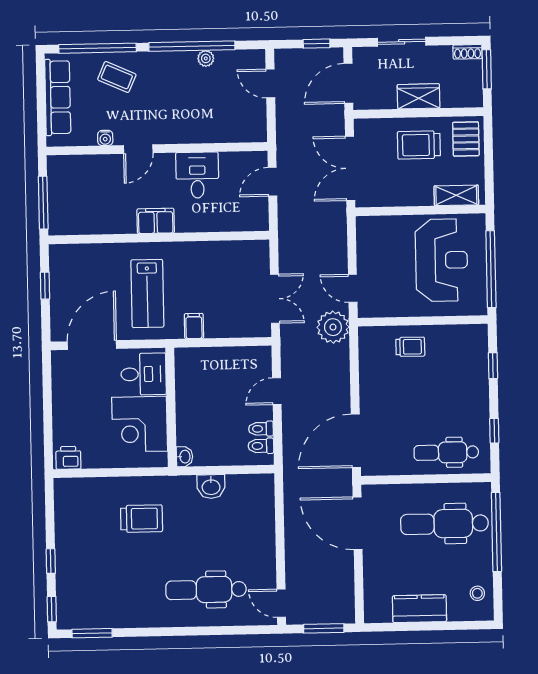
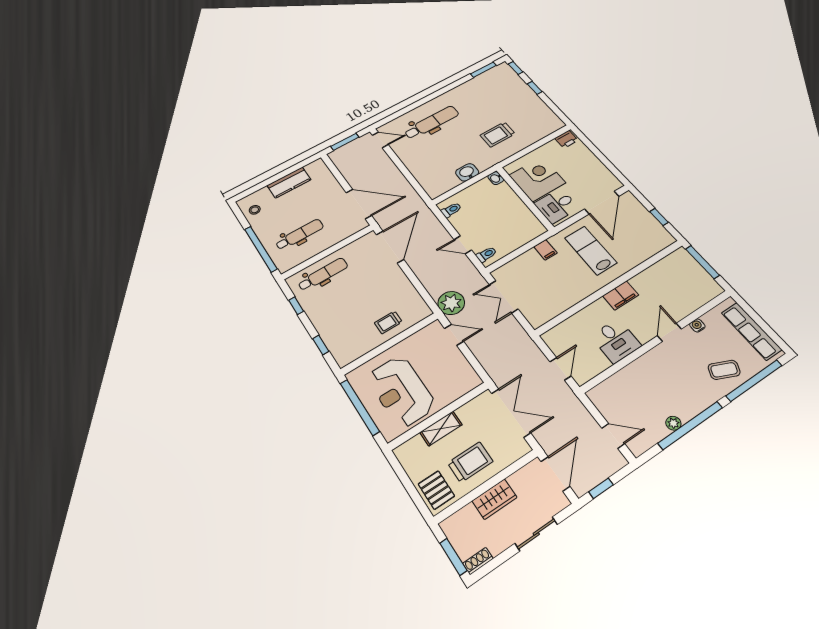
shelving: (456, 195) -> (441, 428), moved
door: (277, 391) -> (463, 245), swing flipped
toilet: (261, 429) -> (486, 254), moved
dental chair: (444, 524) -> (300, 235), width x0.73, depth x0.72

